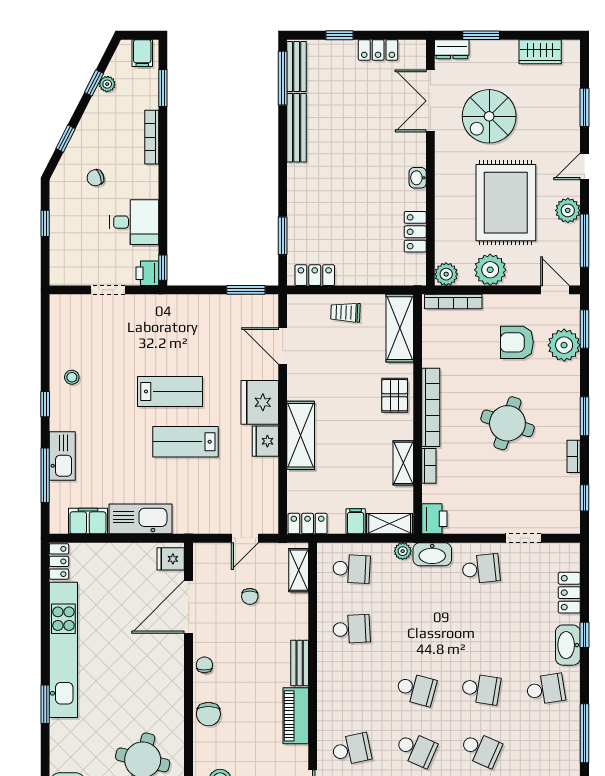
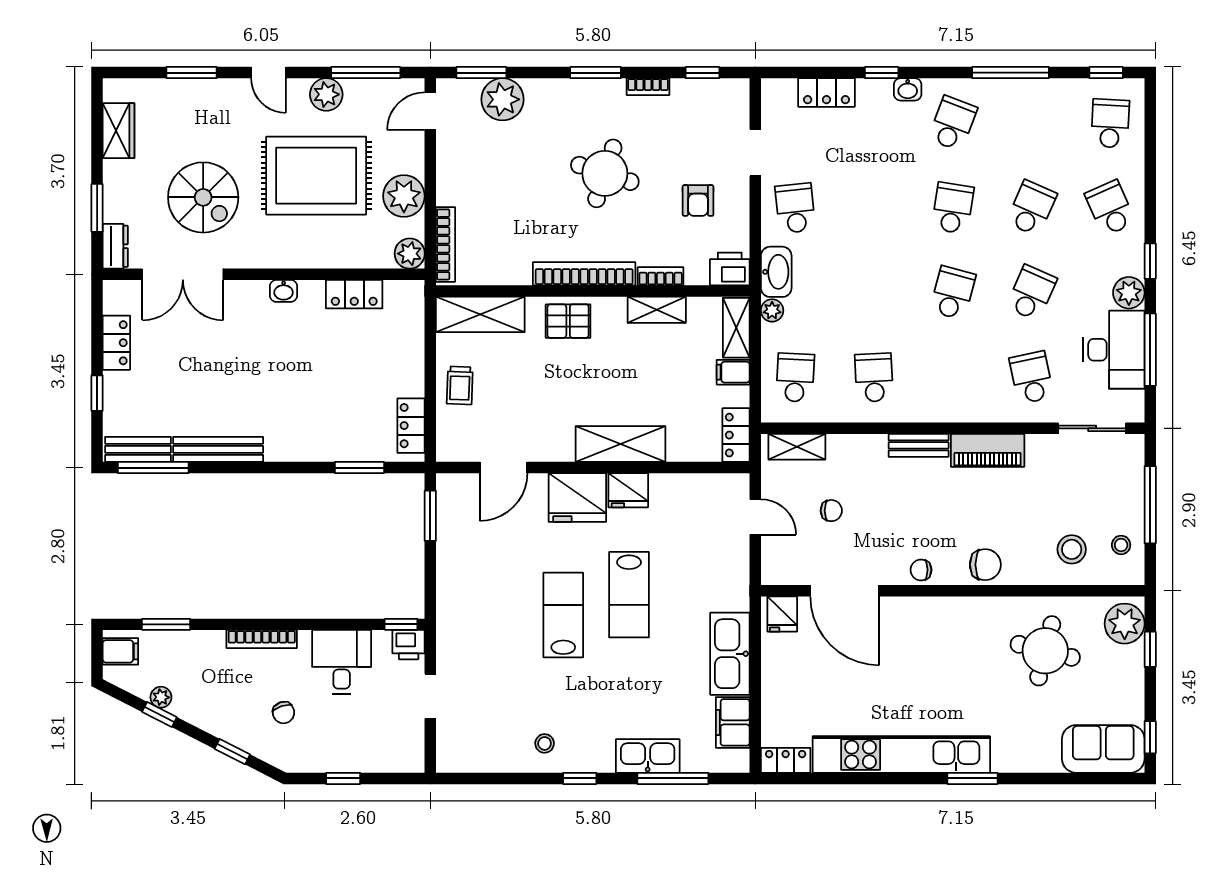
bookcase: (152, 137) -> (262, 639), moved
armchair: (517, 342) -> (698, 201), moved, width x0.72, depth x0.72
washbasin: (568, 645) -> (908, 89), width x0.52, depth x0.69
school desk: (546, 689) -> (953, 123), turned 30

